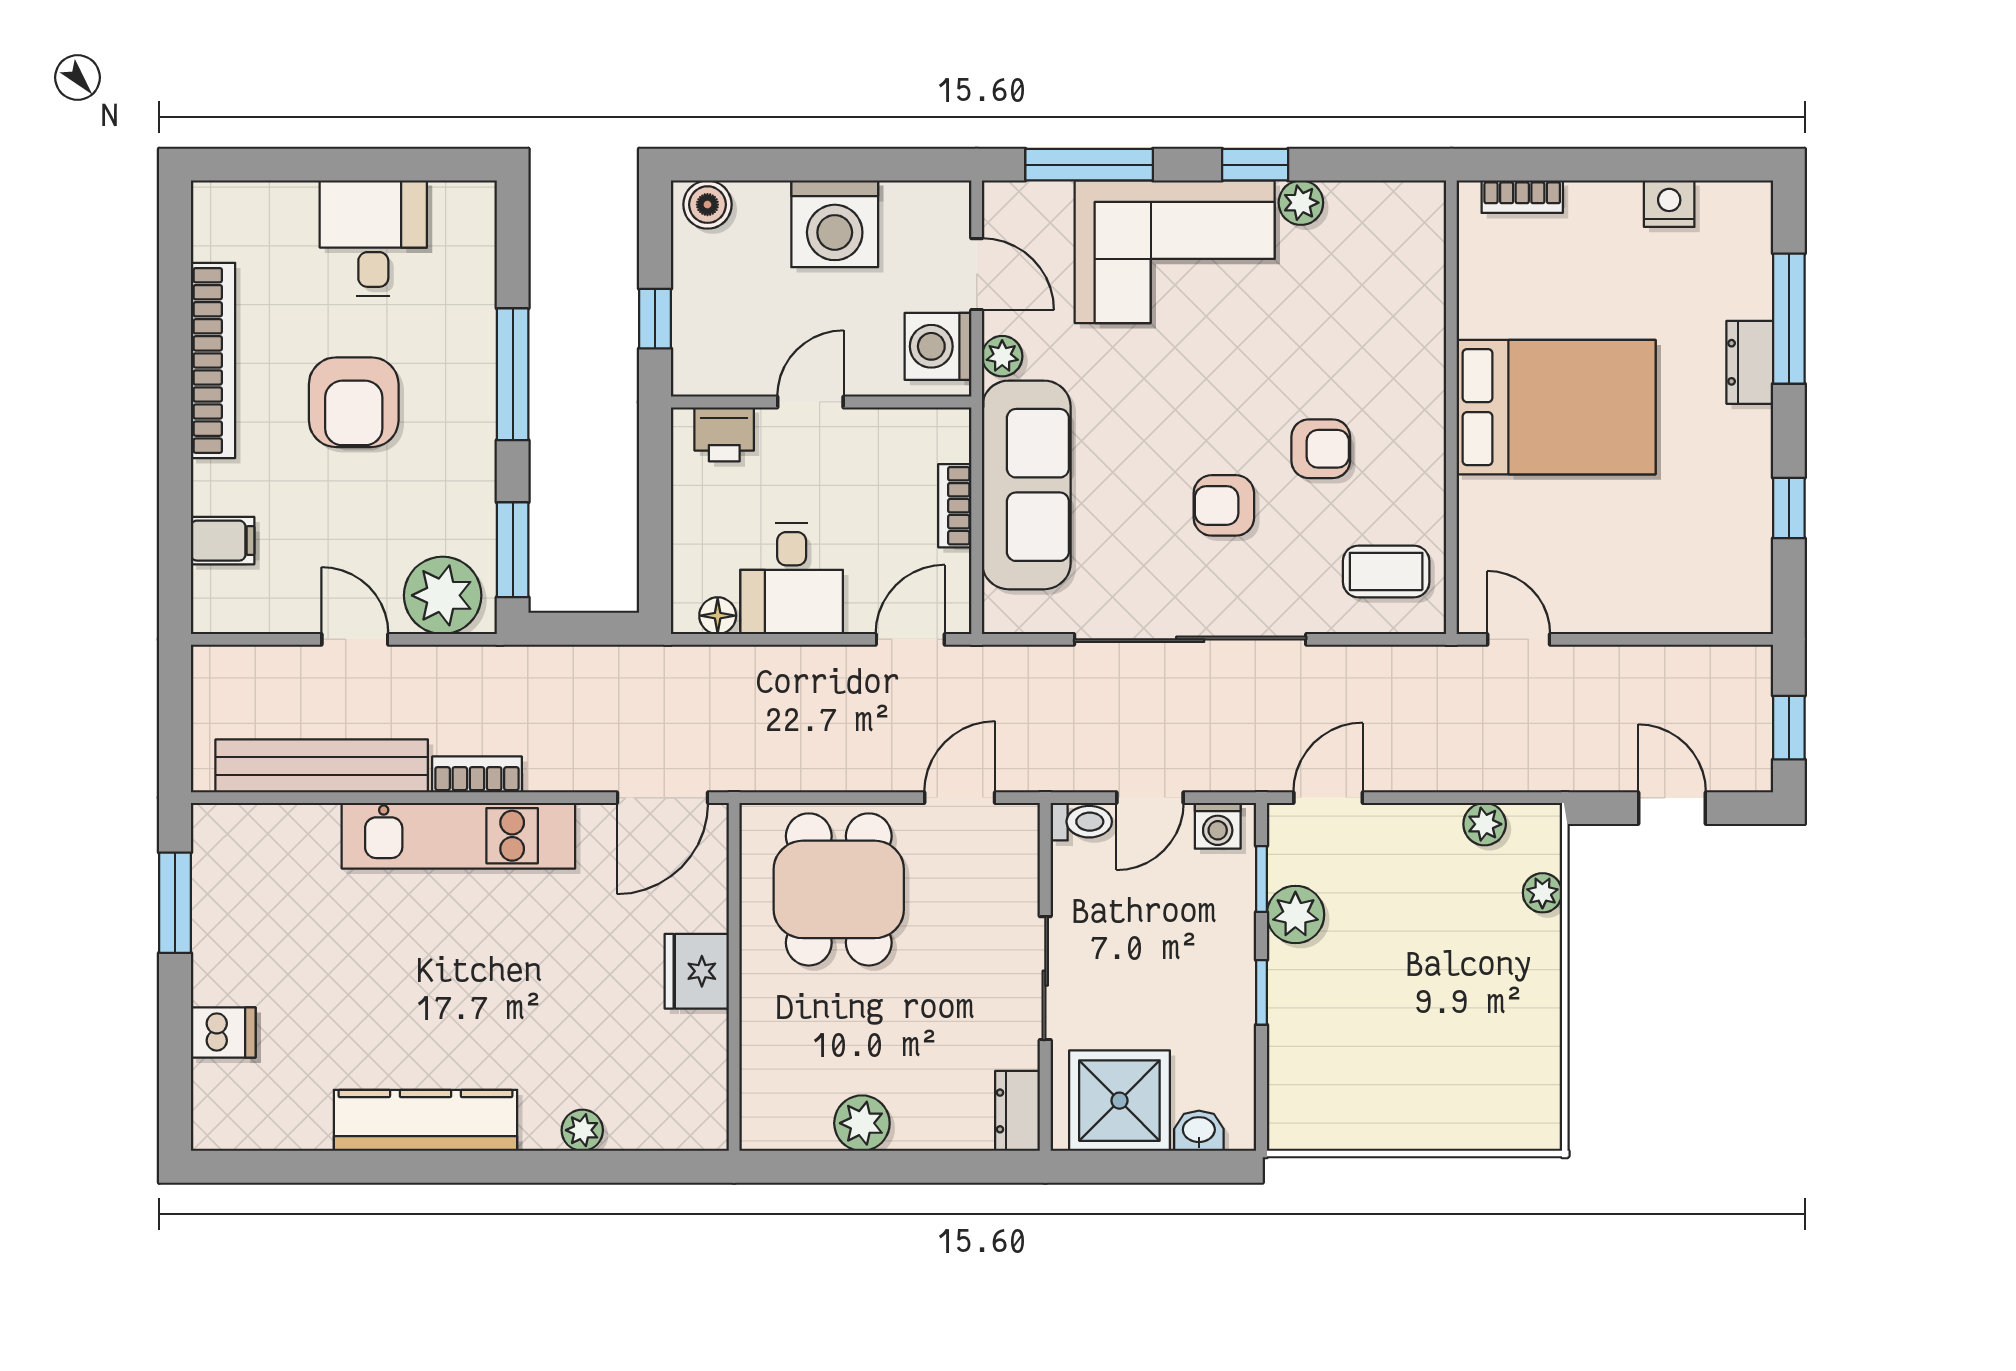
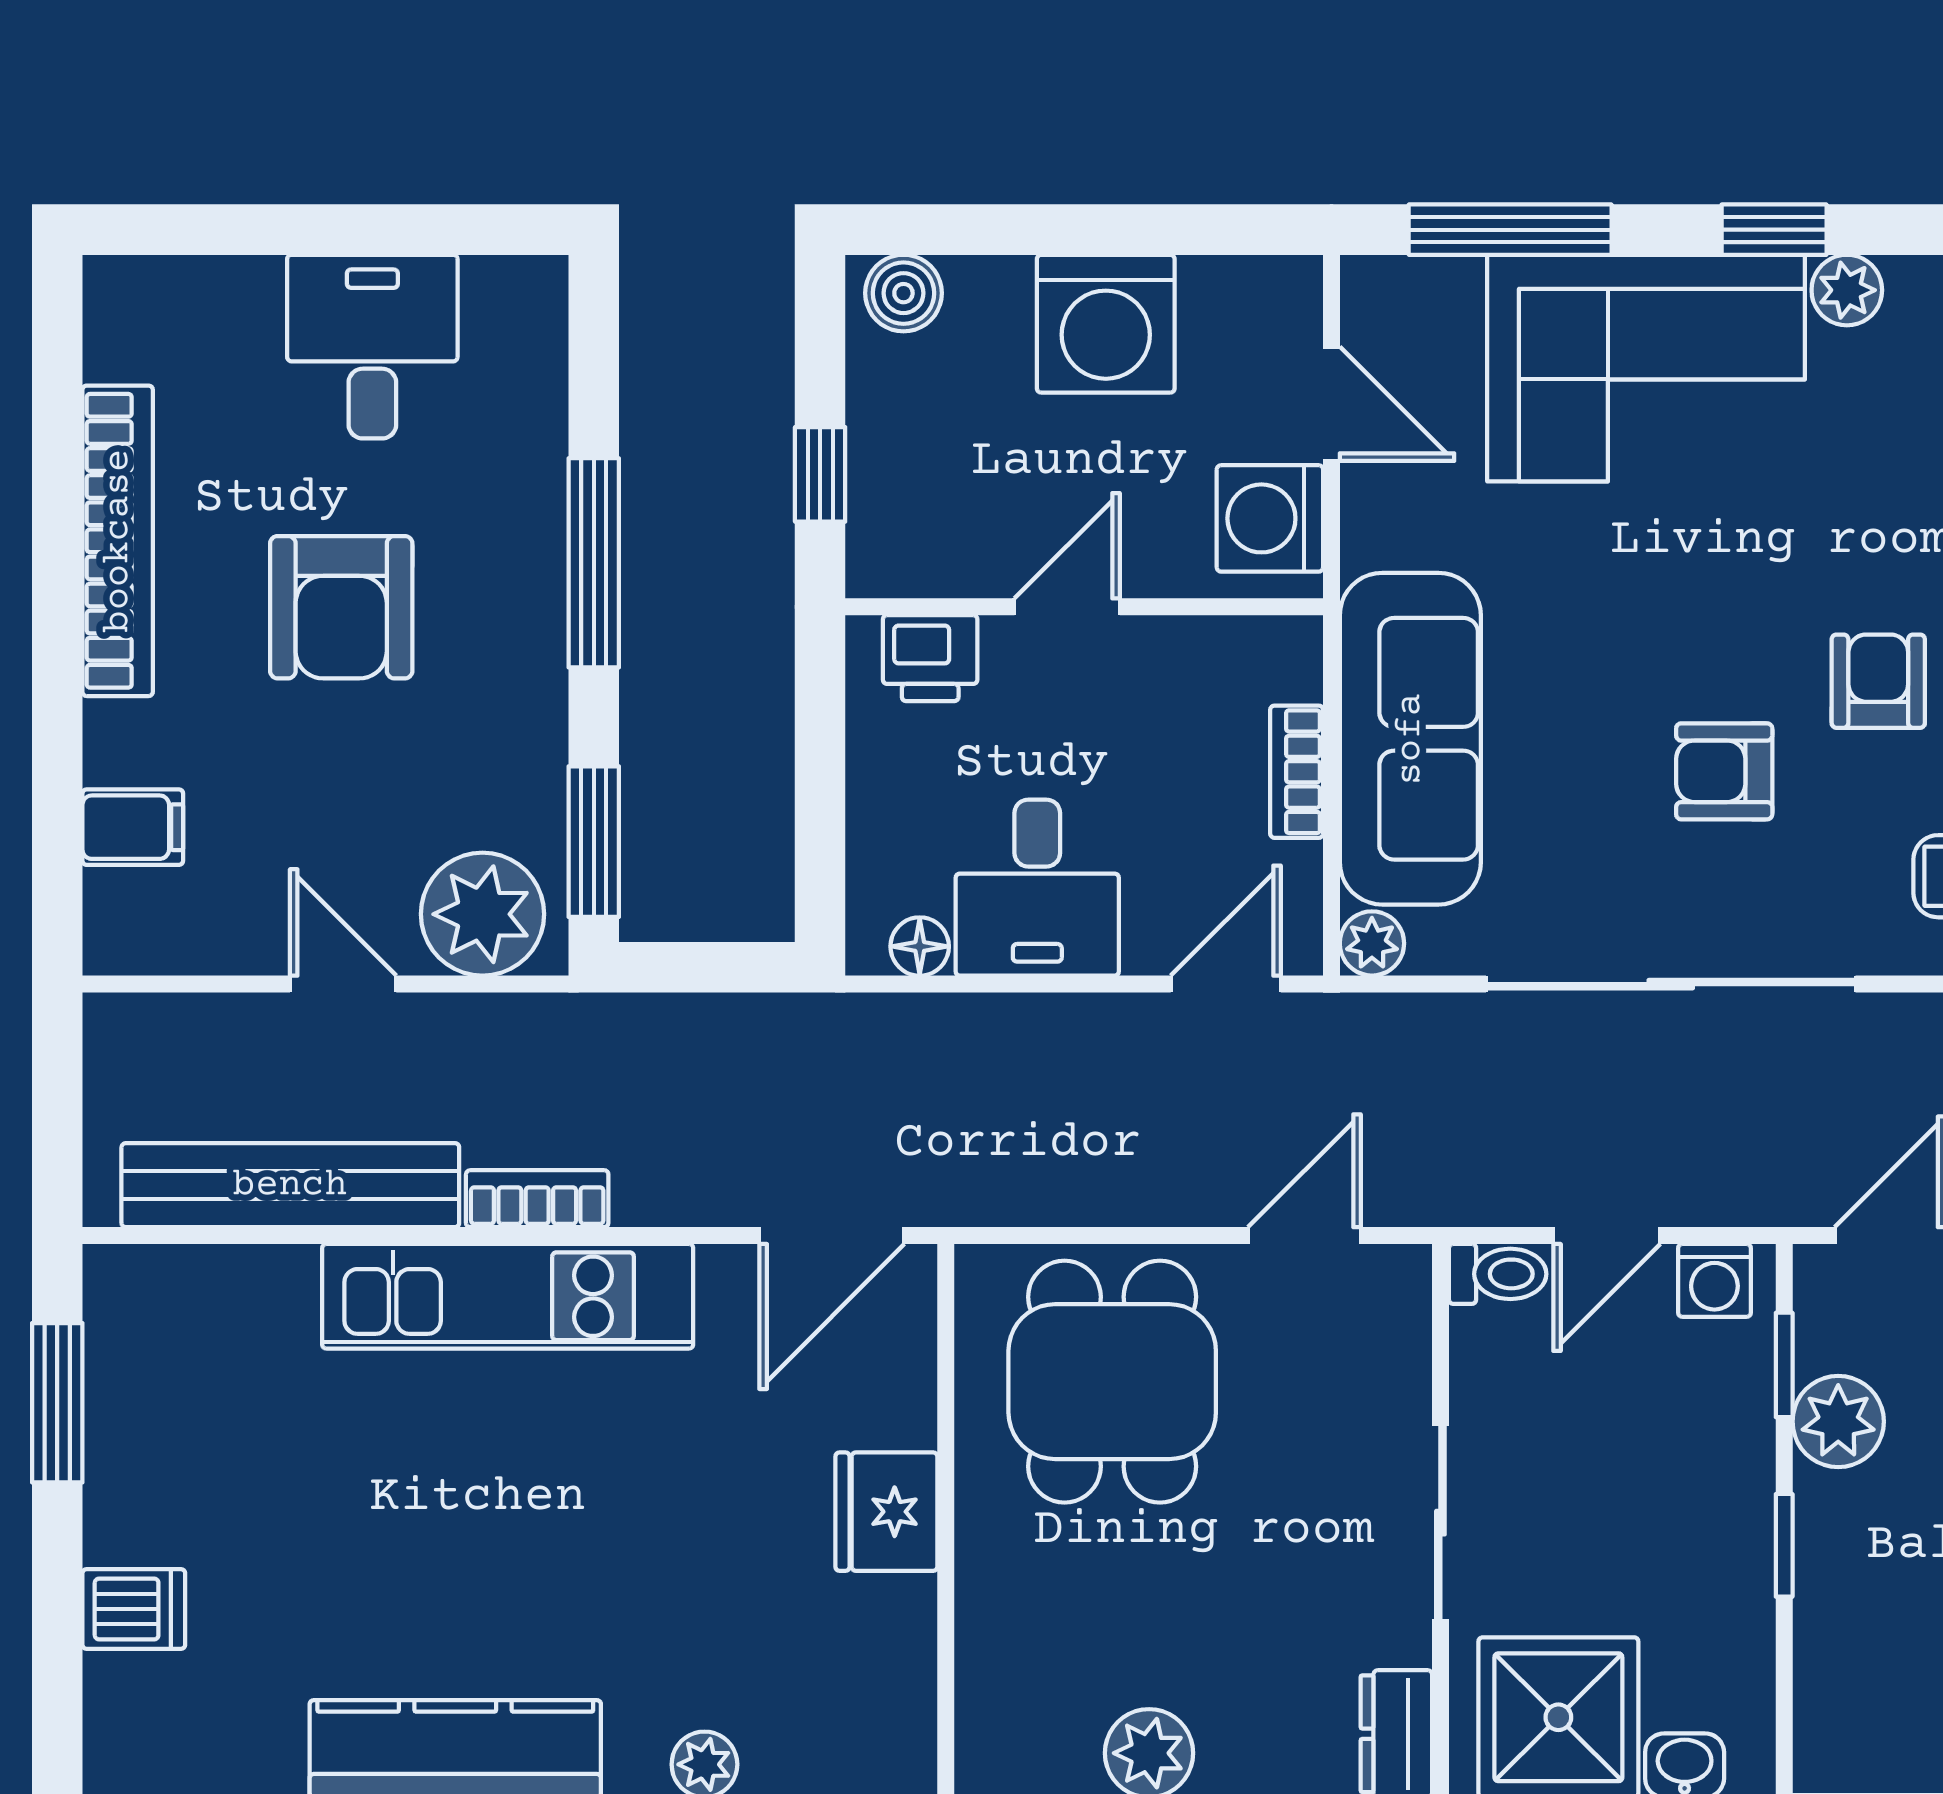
plant: (1002, 356) -> (1372, 943), moved
armchair: (1321, 449) -> (1878, 681), turned -90

